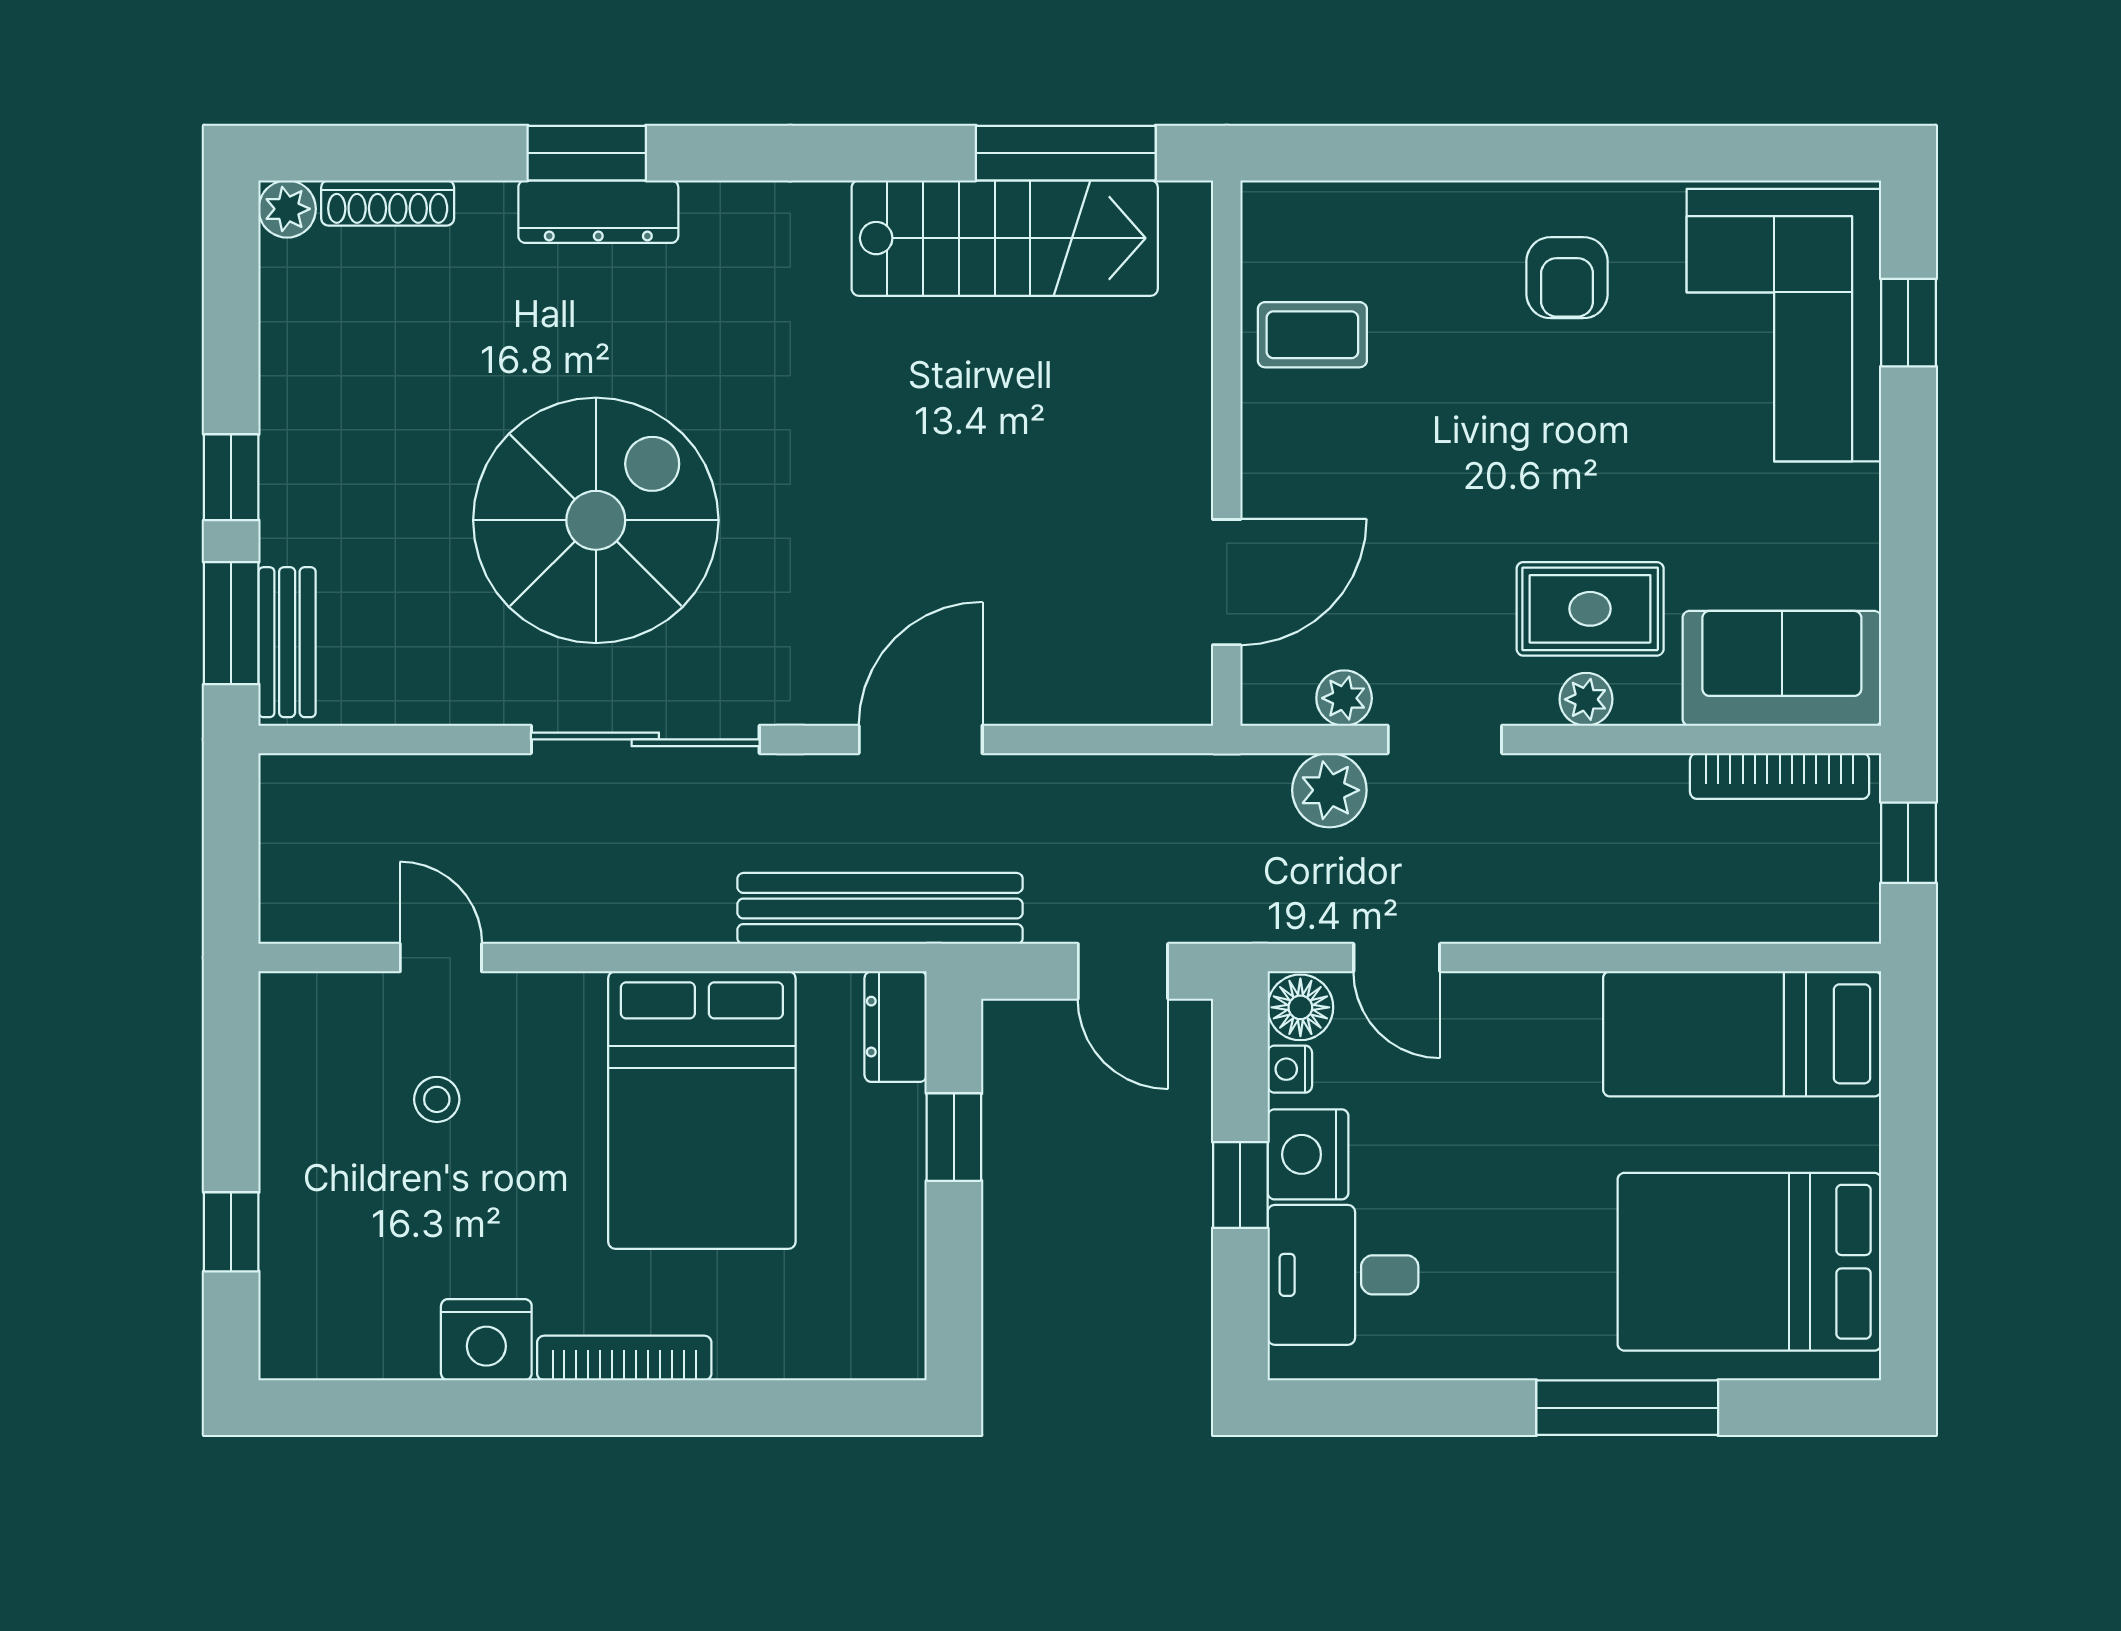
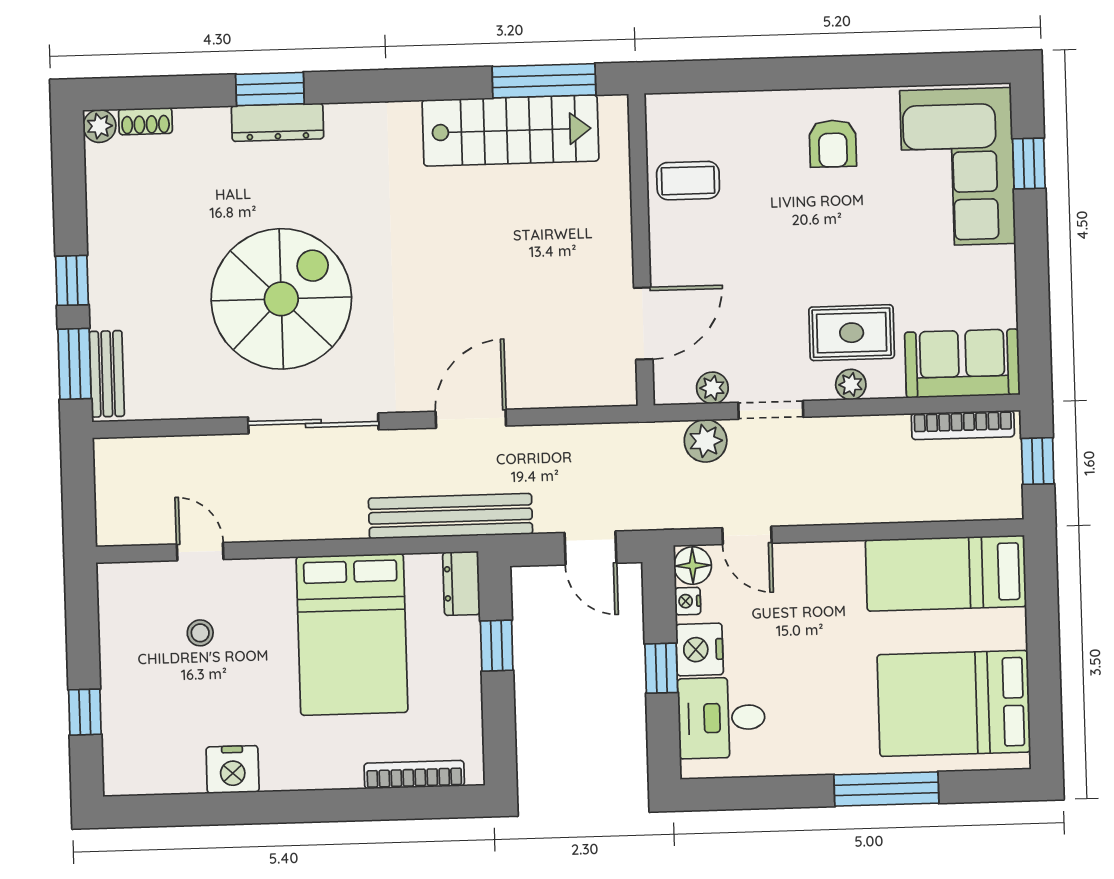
shoe rack: (388, 203) -> (145, 121), width x0.70
bookcase: (624, 1358) -> (414, 775), moved

